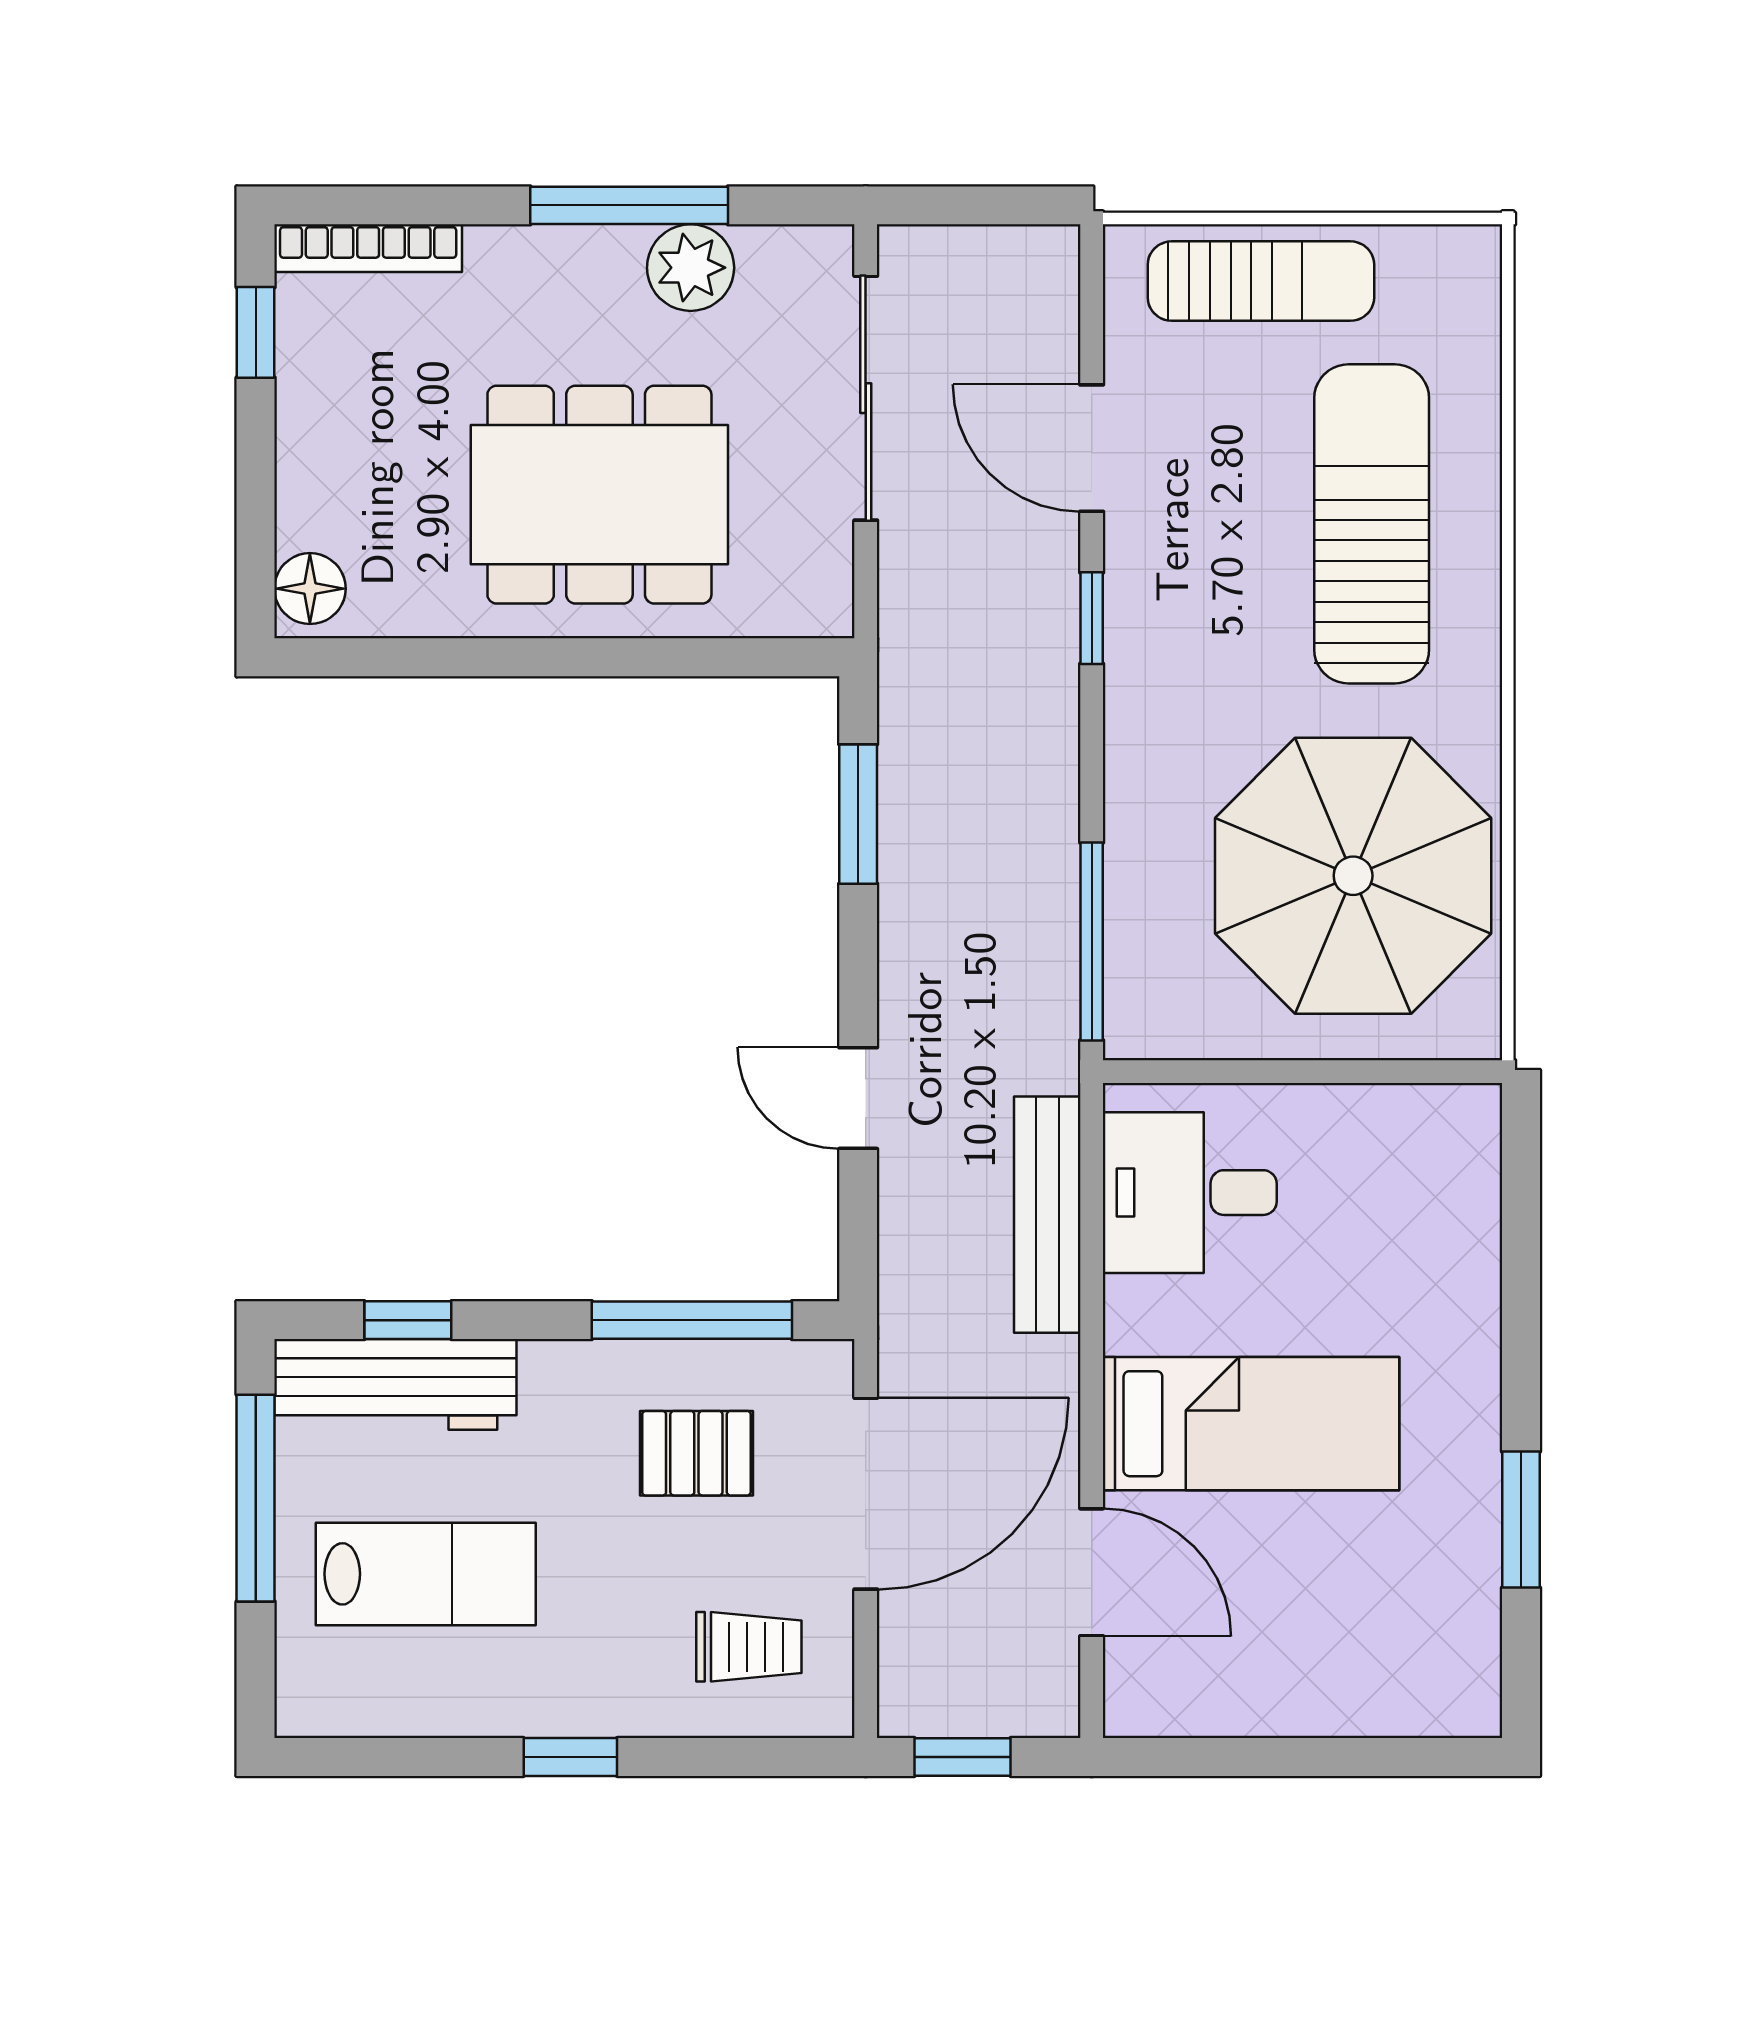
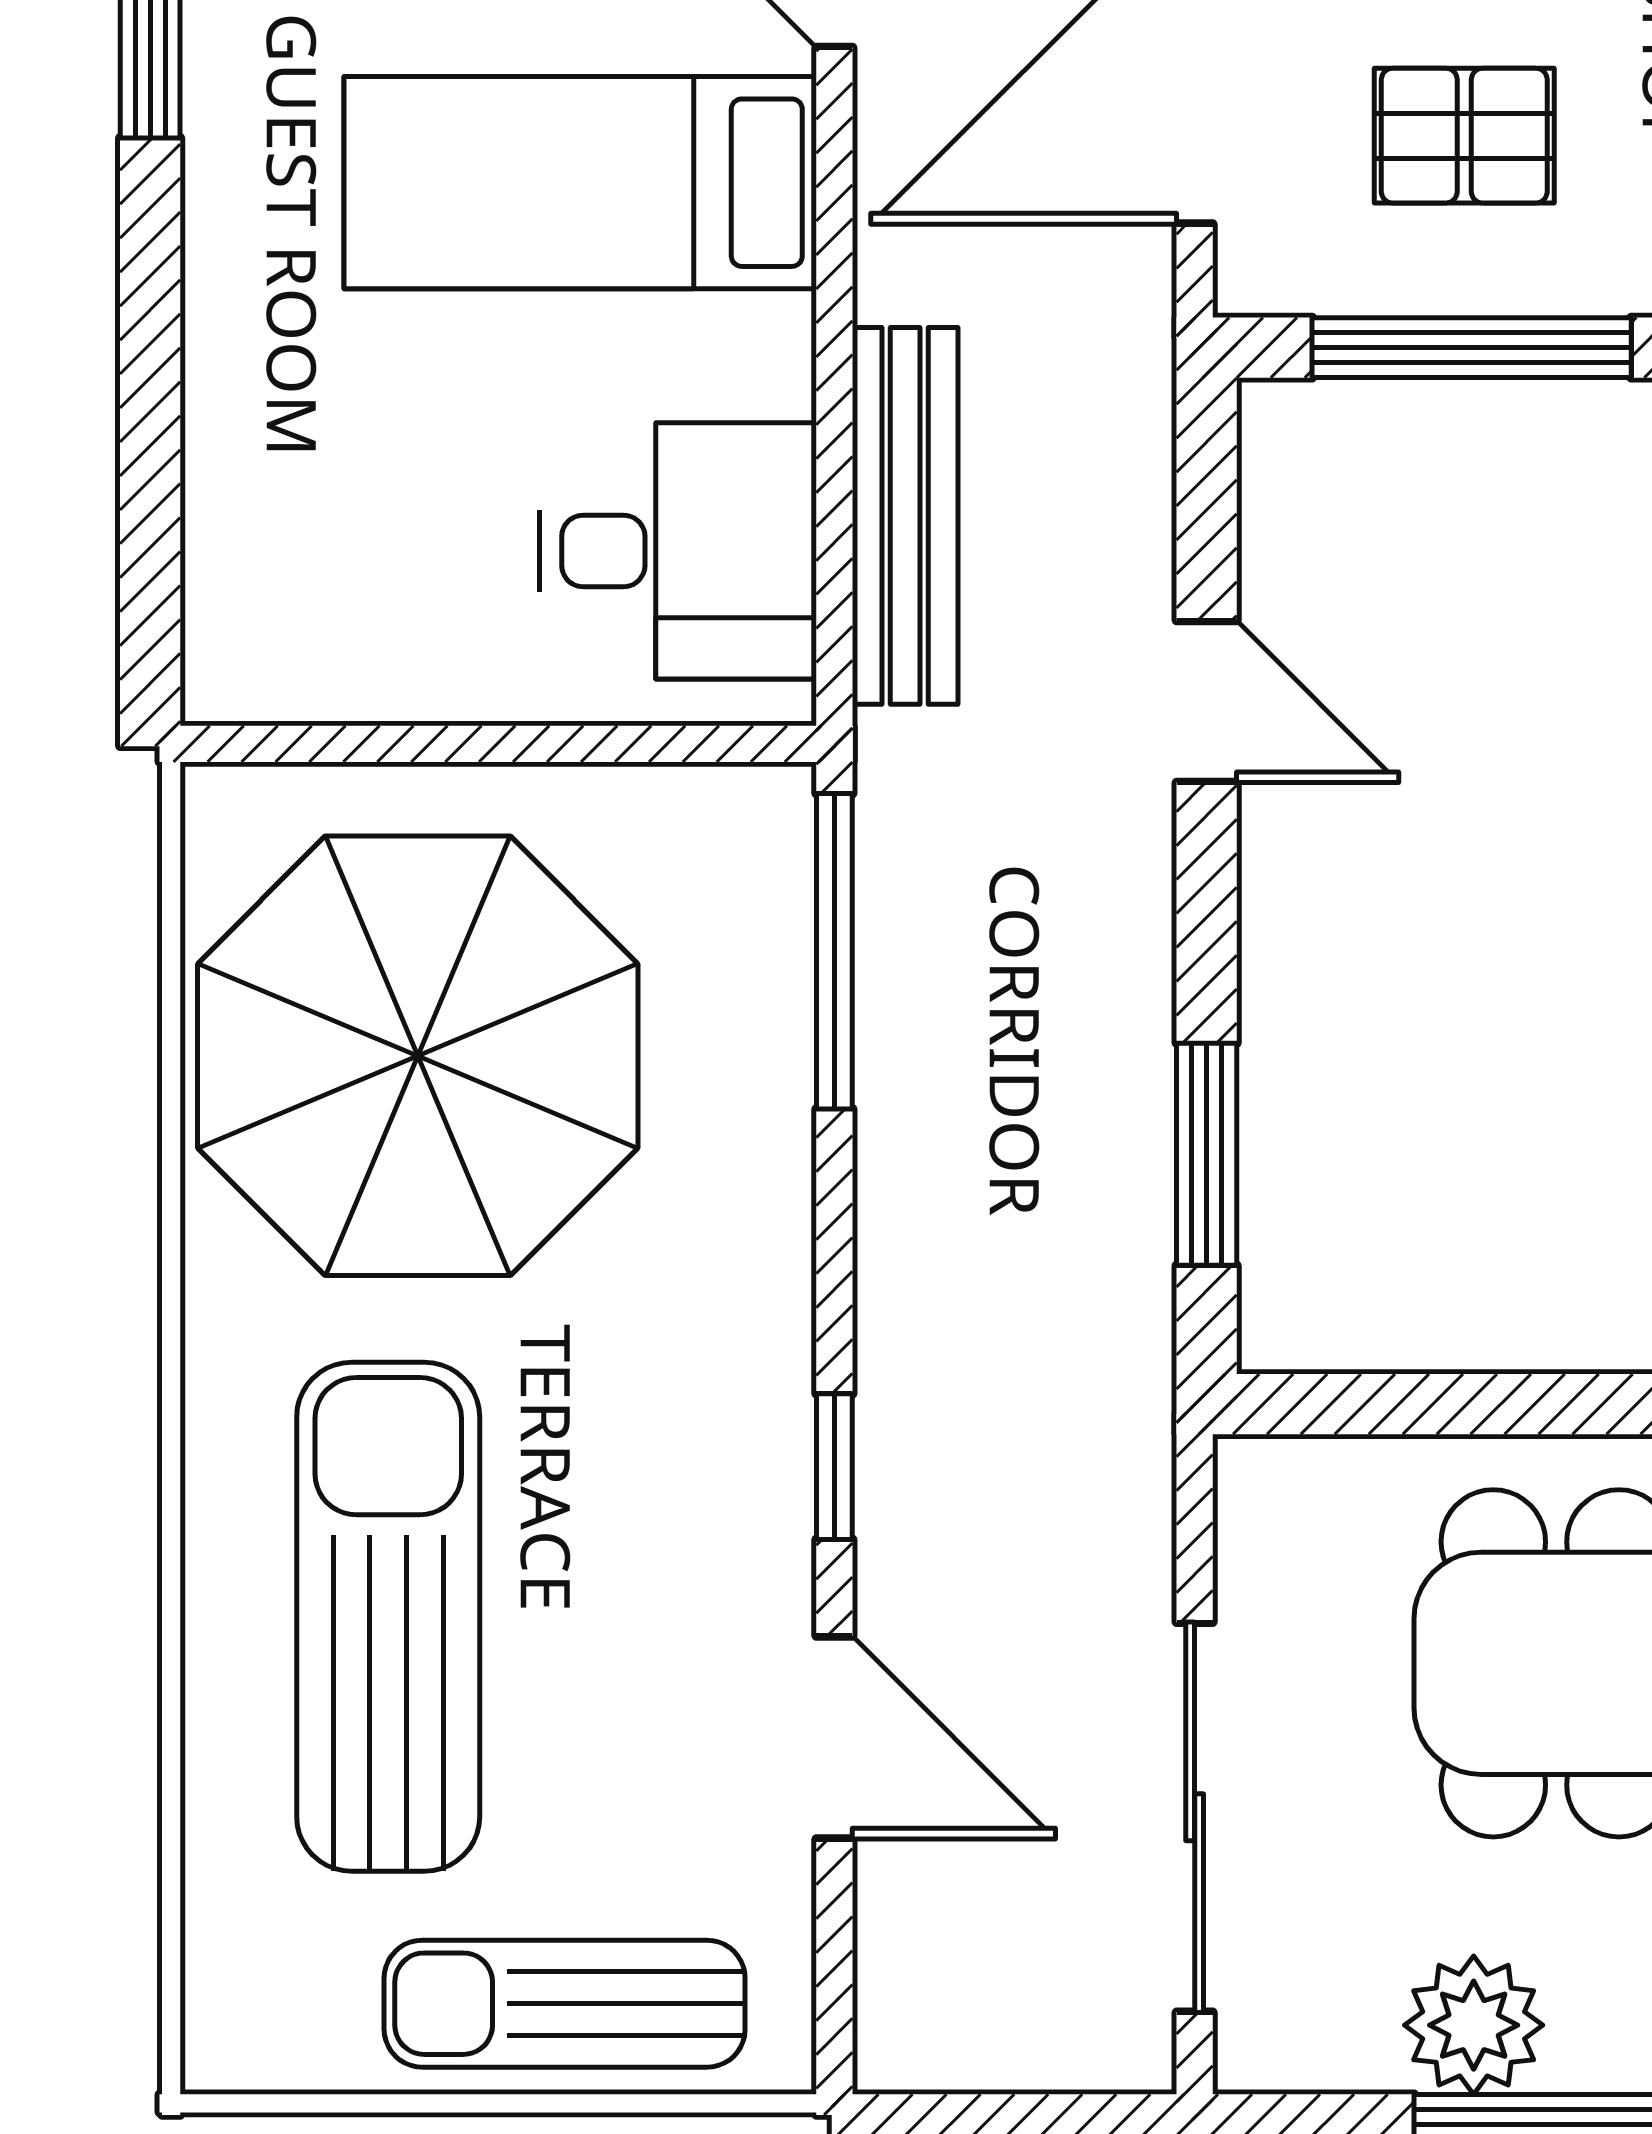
sun lounger: (1372, 524) -> (388, 1617), turned 180

